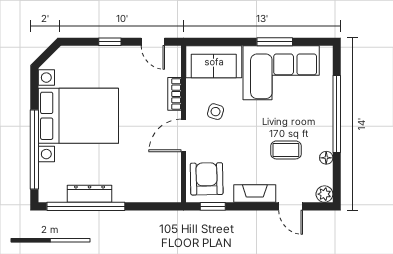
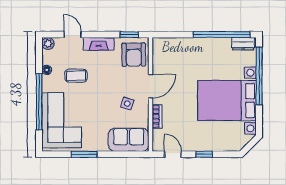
corner sofa: (281, 73) -> (62, 120), moved, turned 90
dresser: (90, 194) -> (243, 44), moved, width x0.70

